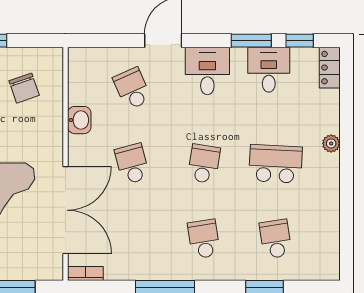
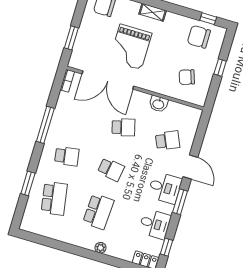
window: (251, 41) -> (180, 202), moved
school desk: (276, 239) -> (54, 198), width x1.85

